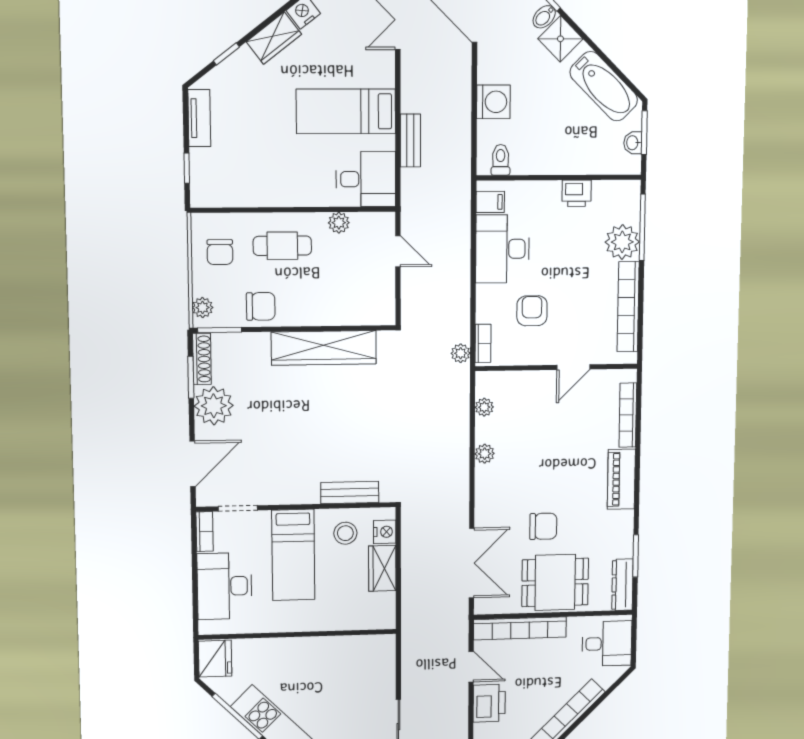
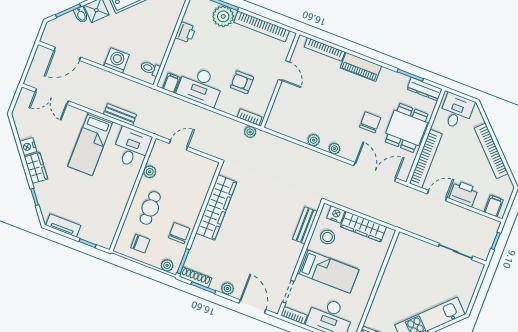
plant: (214, 406) -> (227, 289), width x0.53, depth x0.53
plant: (484, 407) -> (334, 149), moved
wardrobe: (382, 568) -> (364, 227), width x1.50

